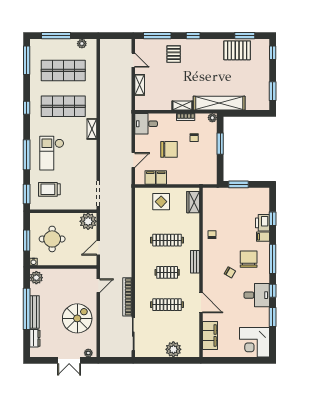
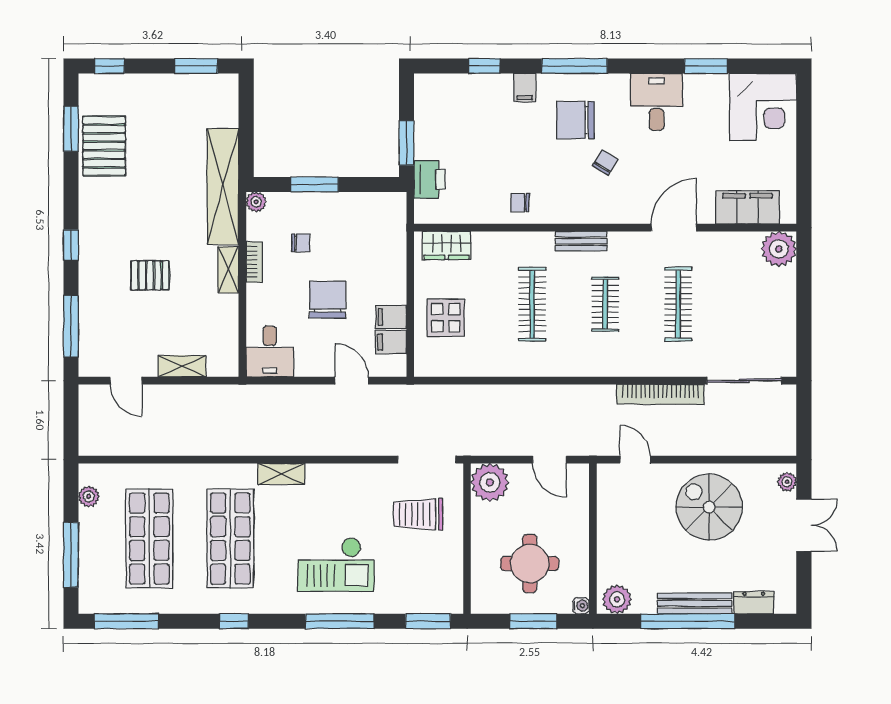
pallet: (174, 54) -> (150, 275), moved
door: (133, 60) -> (126, 381), swing flipped
trolley: (49, 189) -> (418, 514), moved, turned 90
printer: (262, 223) -> (430, 180), moved, turned -90
window: (273, 291) -> (646, 66), removed
plant: (173, 349) -> (779, 249), moved

